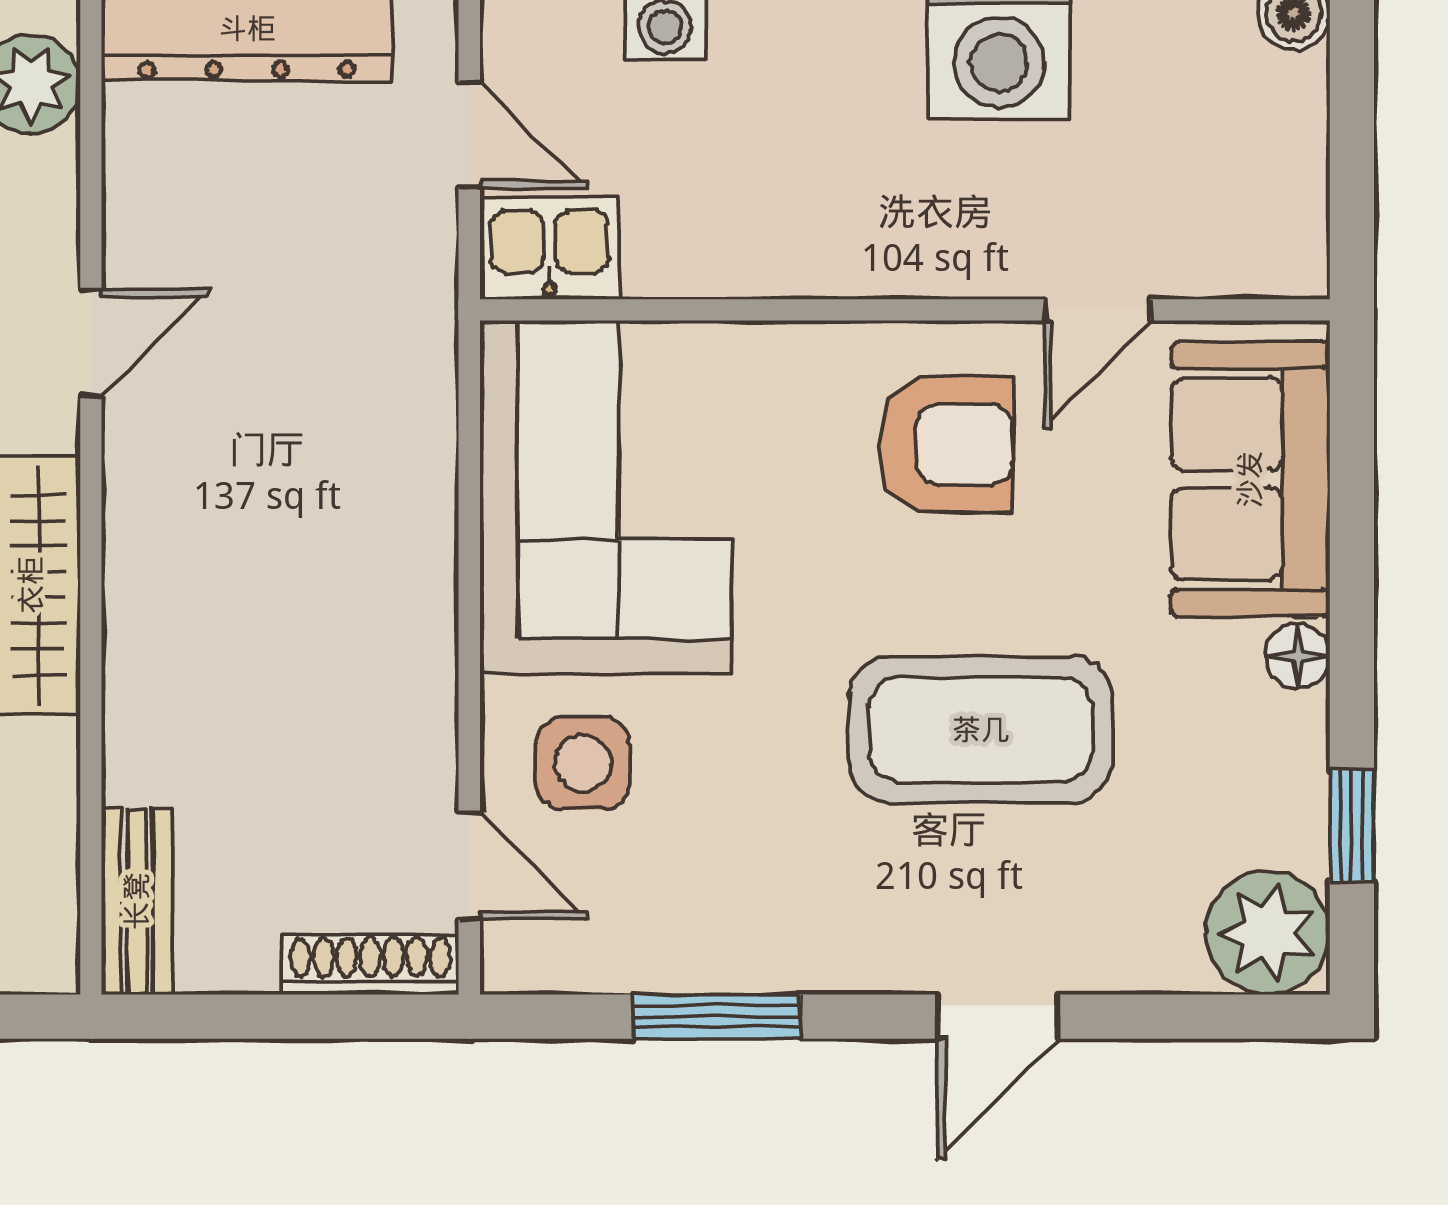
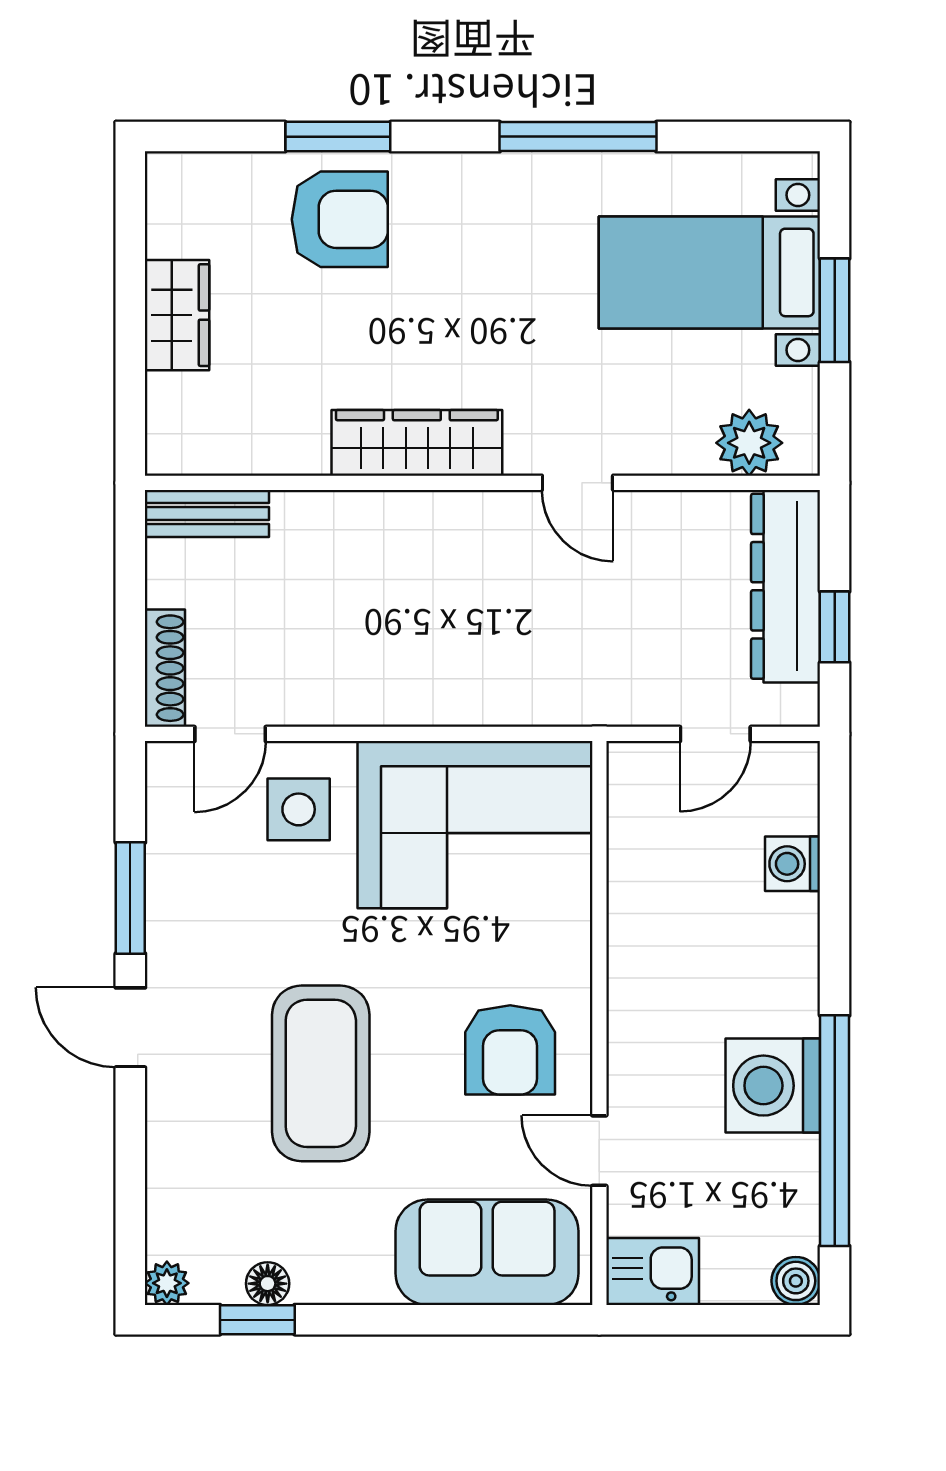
kitchen sink: (550, 249) -> (653, 1271), moved, turned -90
floor lamp: (1298, 656) -> (268, 1284), moved
plant: (1268, 933) -> (167, 1283), width x0.53, depth x0.53
door: (998, 1017) -> (130, 1027), moved

